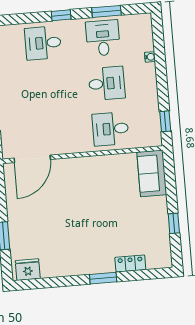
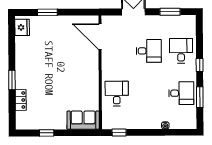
desk: (107, 83) -> (149, 51), moved, turned -90

